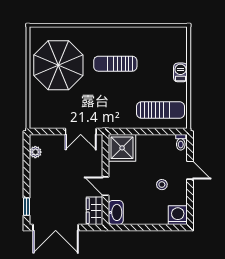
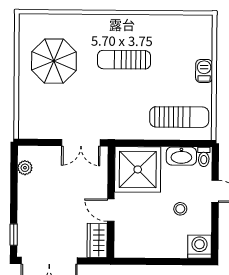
parasol: (58, 65) -> (54, 61), width x0.73, depth x0.73
shower: (122, 148) -> (138, 169), width x1.37, depth x1.37
washbasin: (116, 212) -> (181, 156), moved, turned 90

